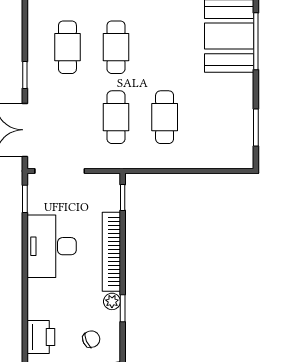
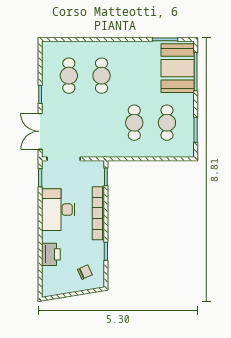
cafe table: (116, 117) -> (167, 123), moved
plant: (112, 301) -> (99, 247), removed
printer: (41, 337) -> (51, 254), moved

